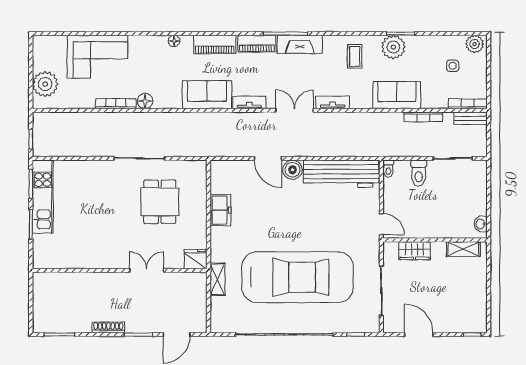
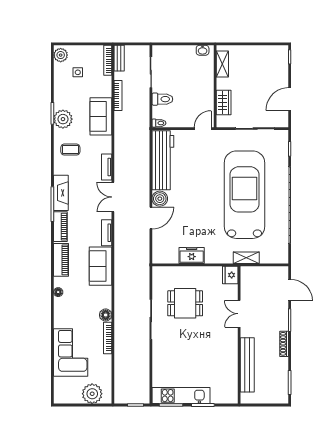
bench: (82, 281) -> (247, 365), added

